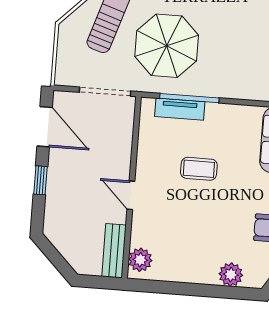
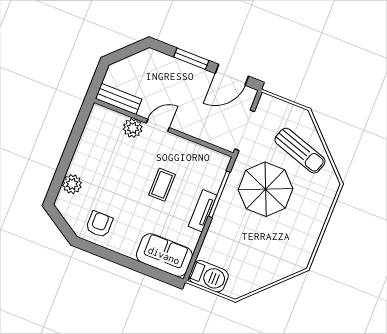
tv unit: (180, 109) -> (203, 211), moved
window: (41, 180) -> (191, 59), width x1.50
plant: (140, 260) -> (133, 128), moved

